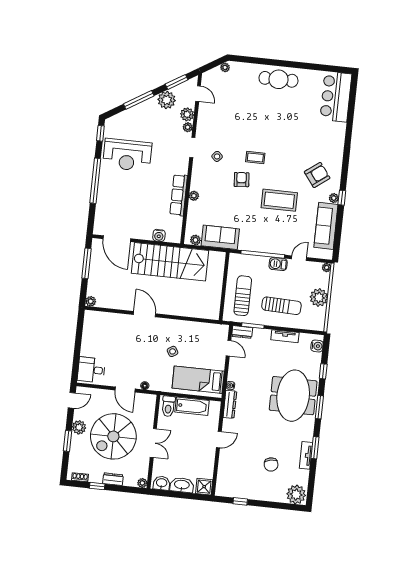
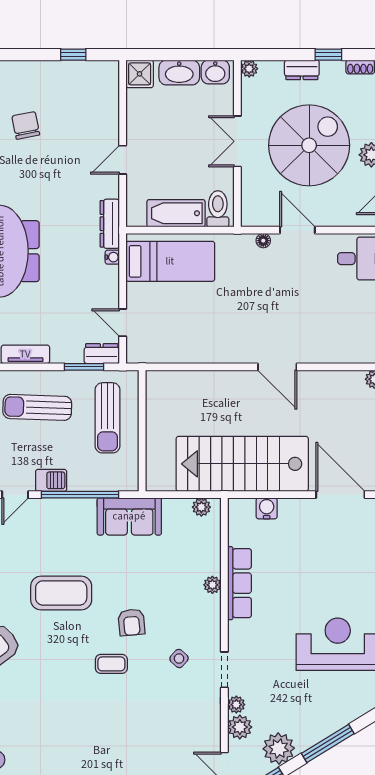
sofa: (220, 237) -> (129, 516), moved
side table: (173, 351) -> (221, 306), removed

